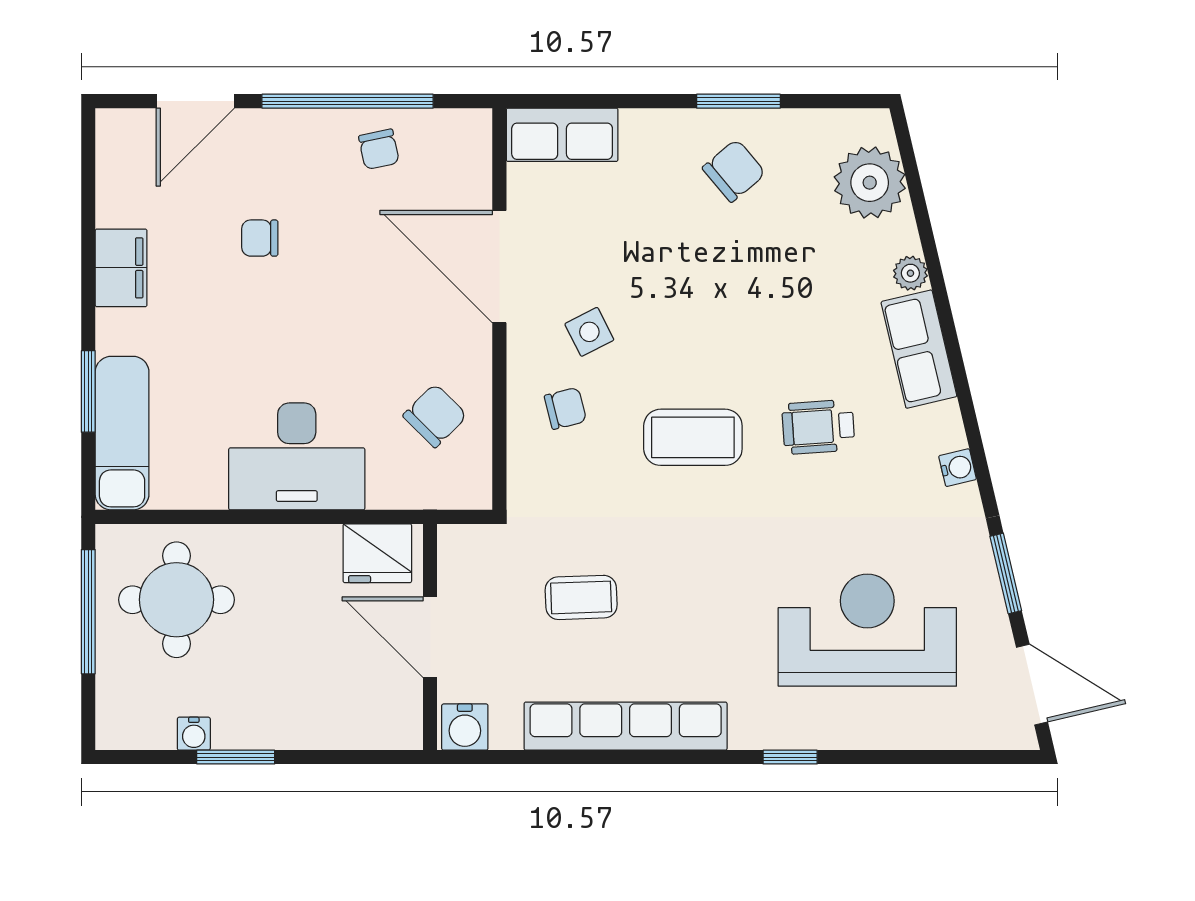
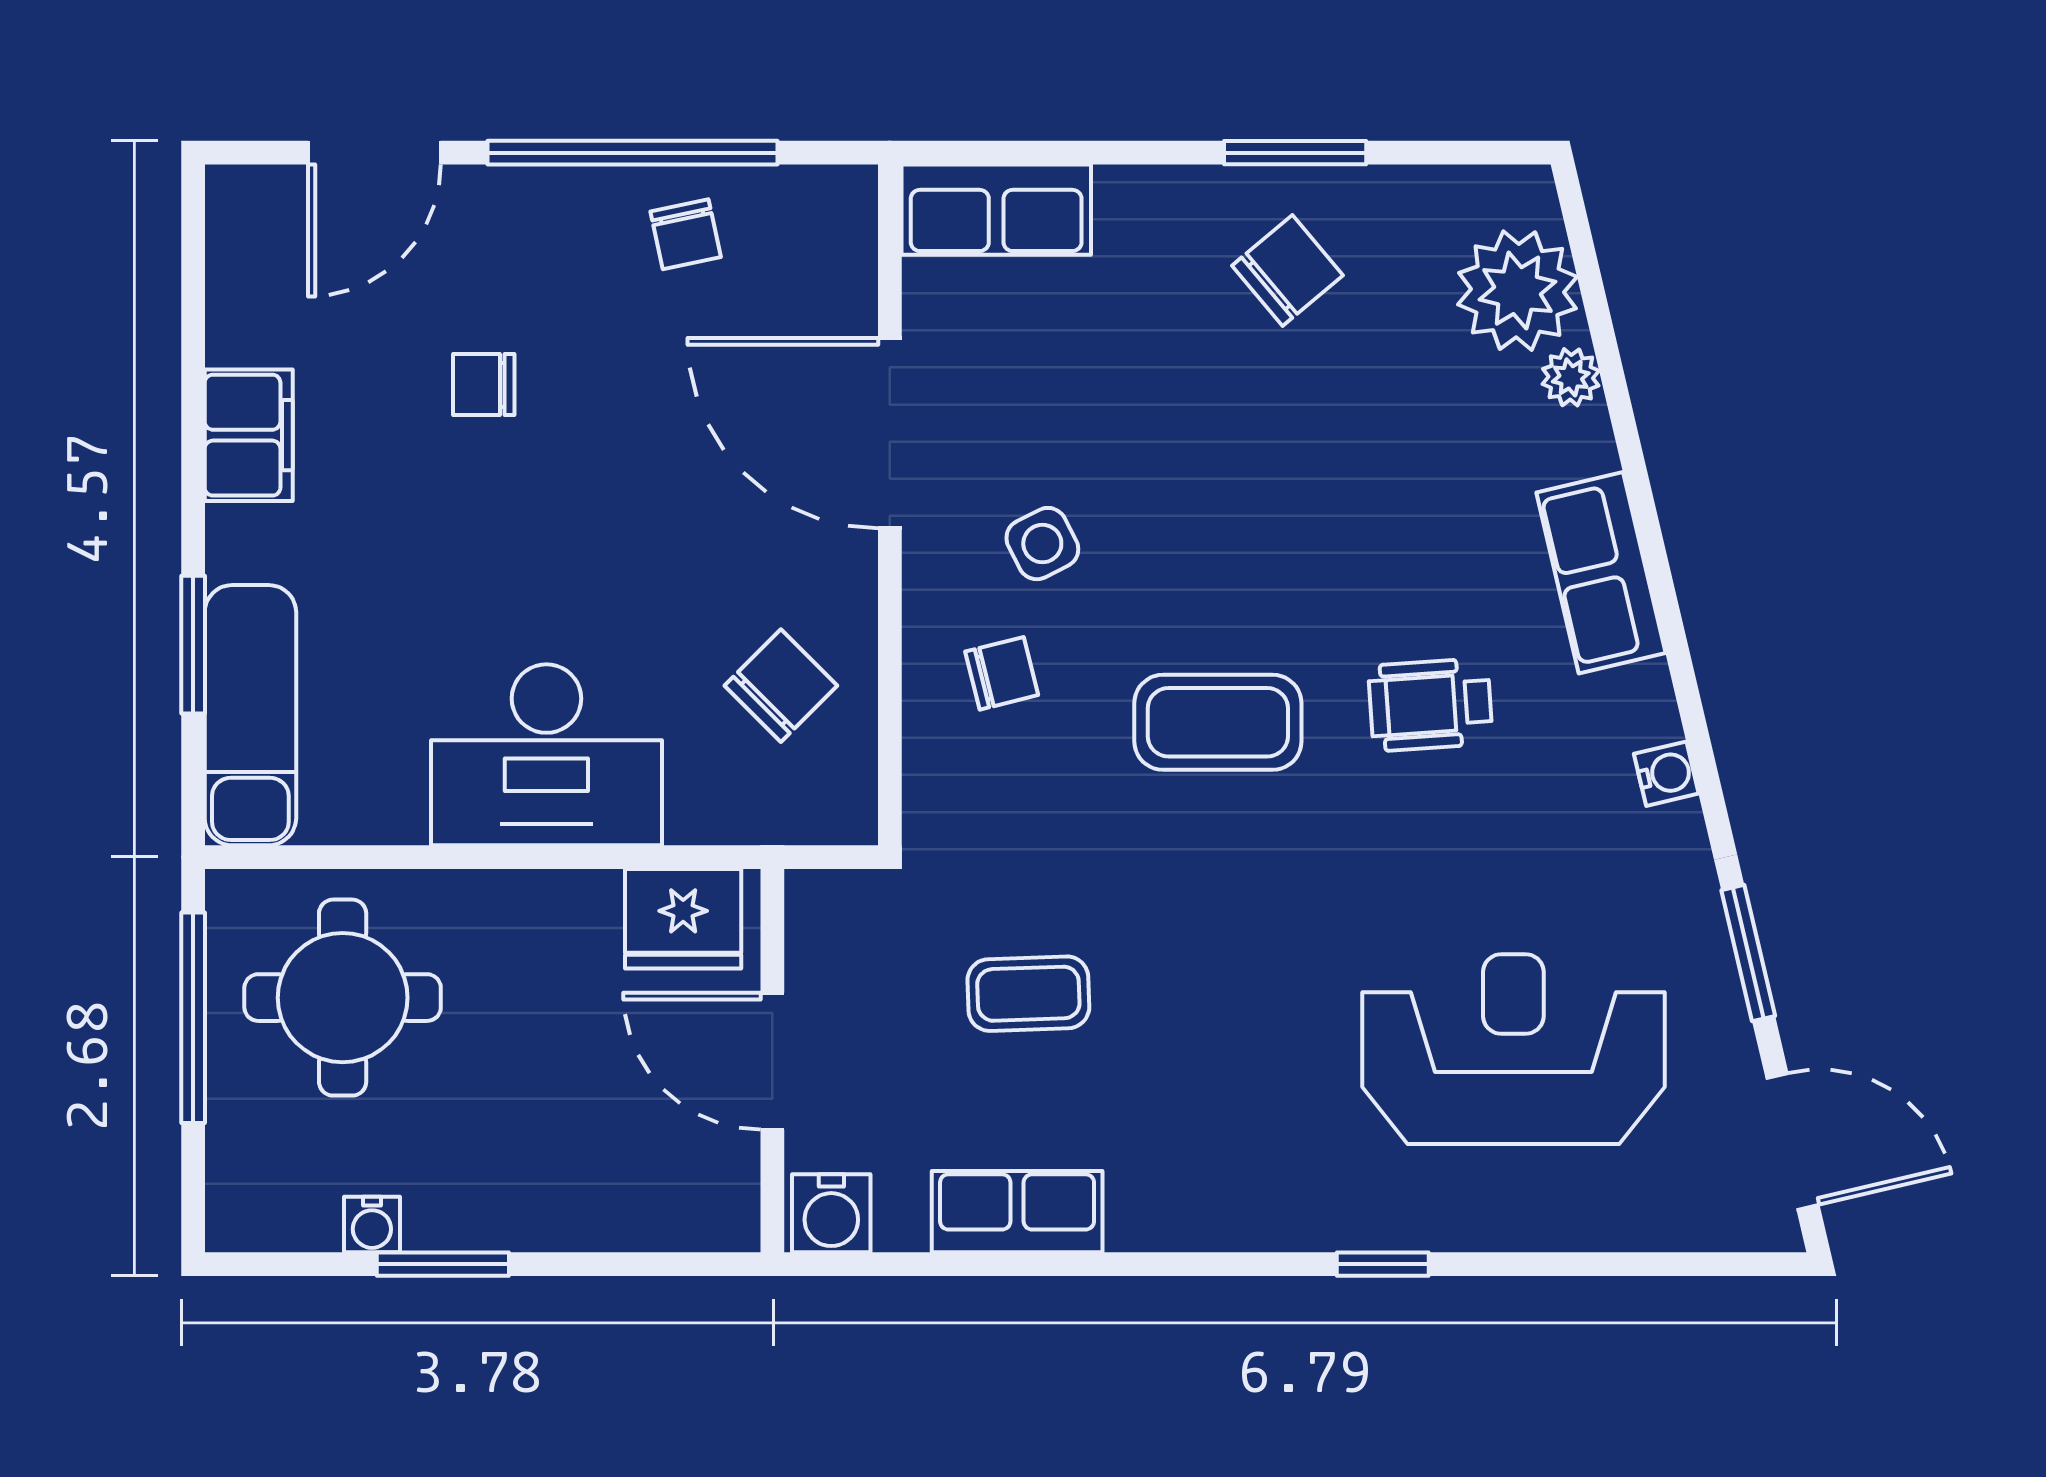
plant: (910, 273) -> (1571, 377), moved
row of seats: (626, 726) -> (1017, 1212), width x0.50

